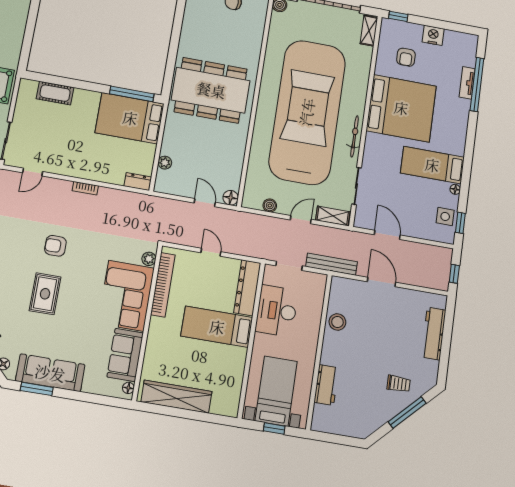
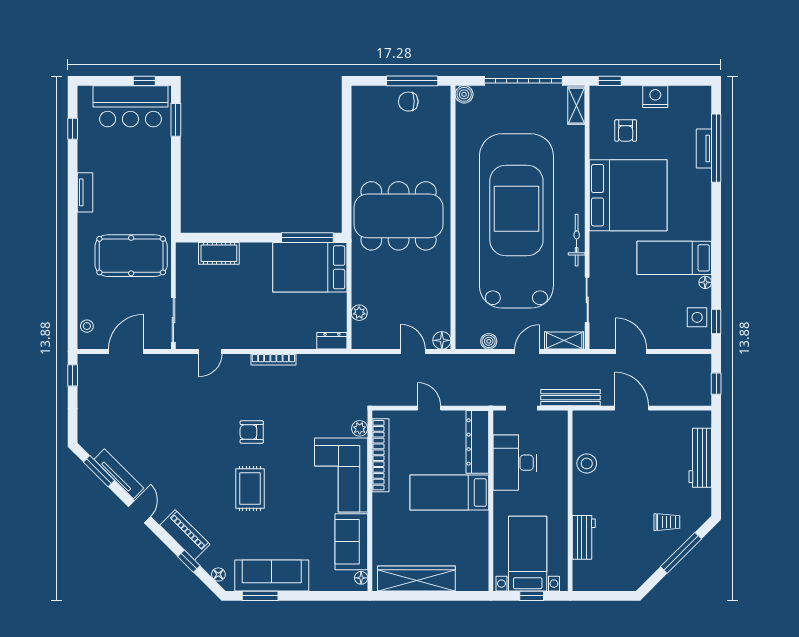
bookcase: (85, 188) -> (273, 360), width x1.56

